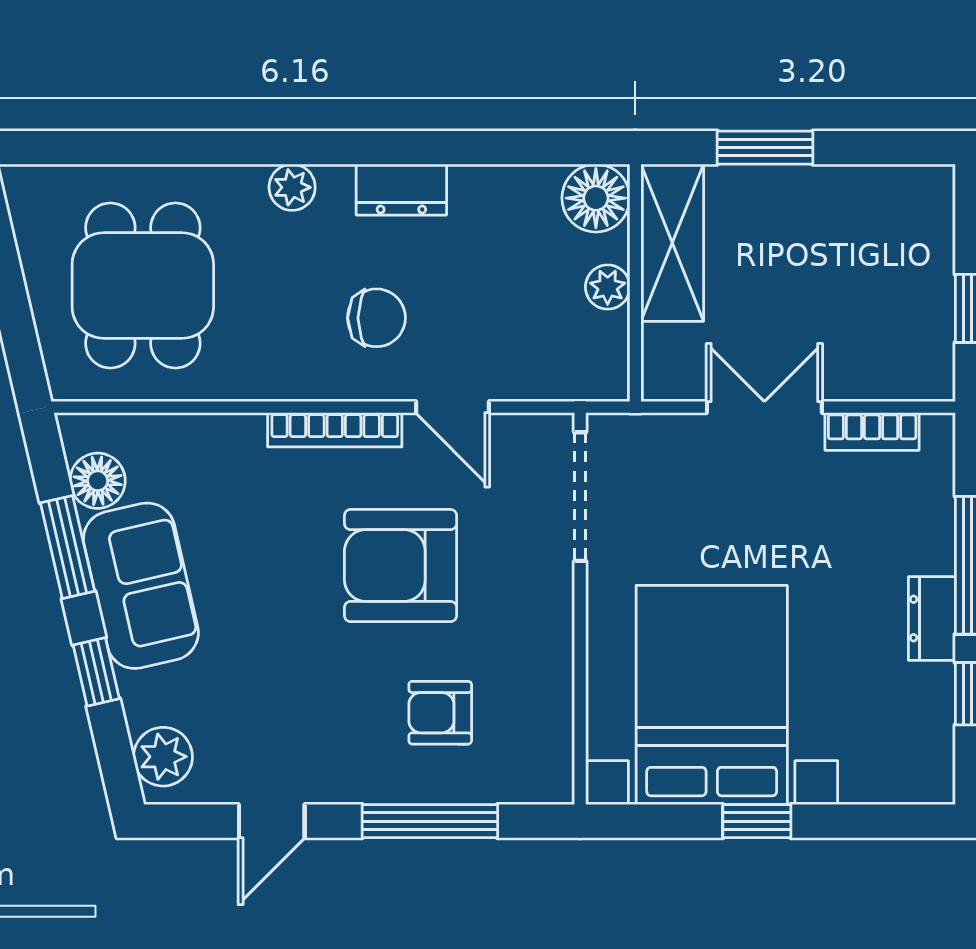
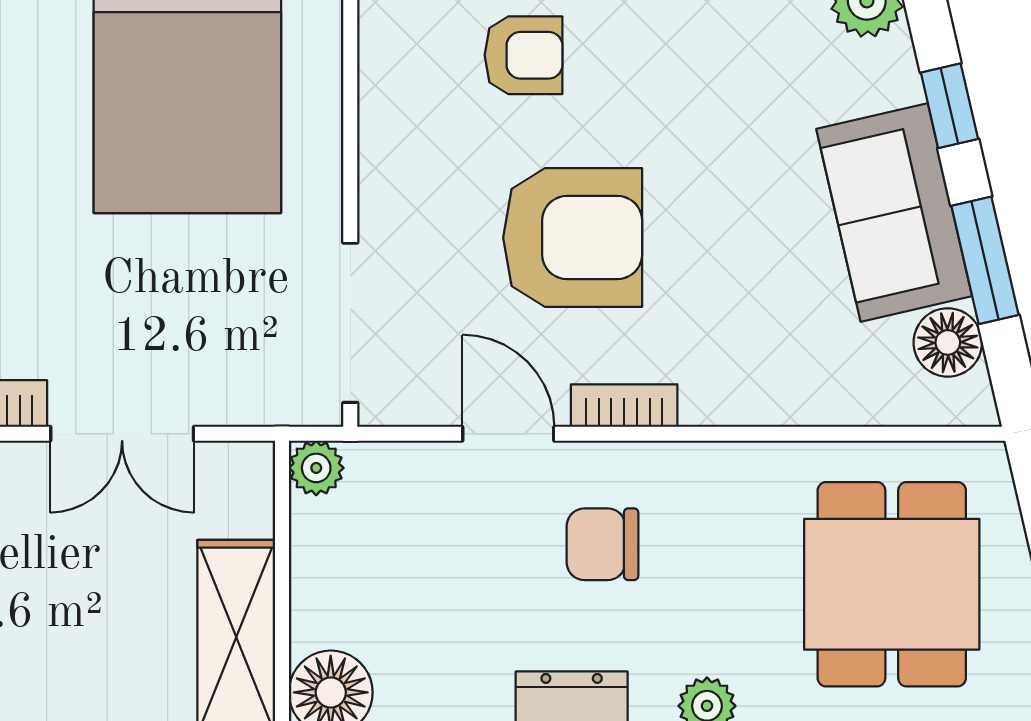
plant: (608, 287) -> (316, 468), moved
bookcase: (335, 430) -> (624, 406), width x0.64

